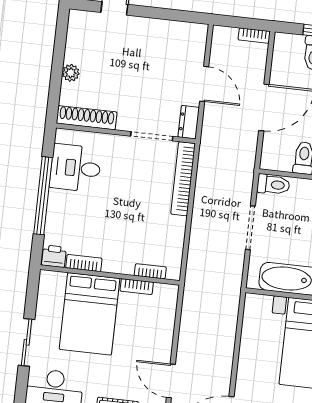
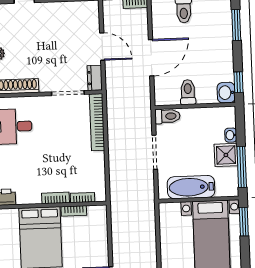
bookcase: (84, 263) -> (56, 198), moved

